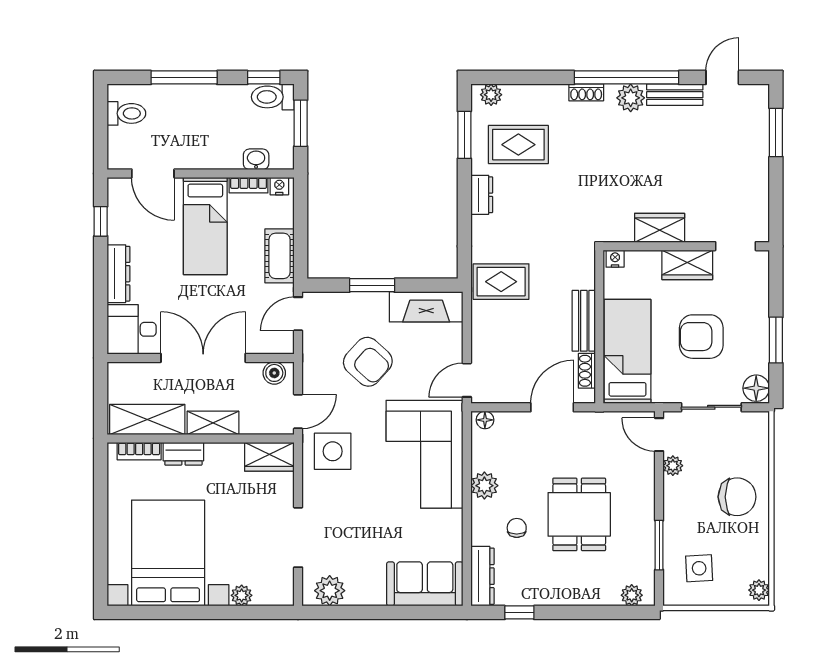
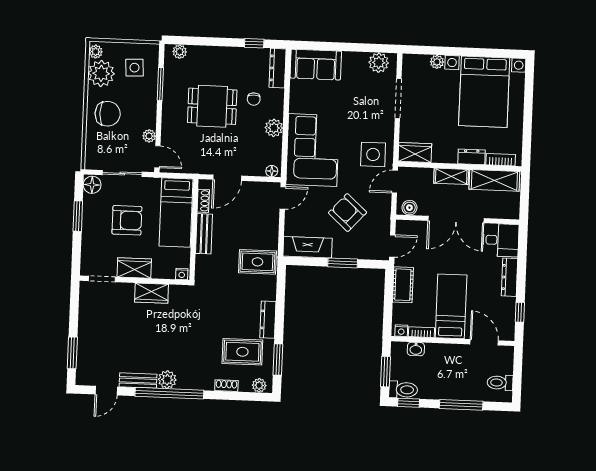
shoe rack: (586, 92) -> (226, 386), moved
dresser: (482, 195) -> (268, 320), width x1.44
chair: (737, 497) -> (108, 114), turned 180
dining table: (579, 514) -> (212, 106), turned 90
plant: (749, 557) -> (101, 73), added

